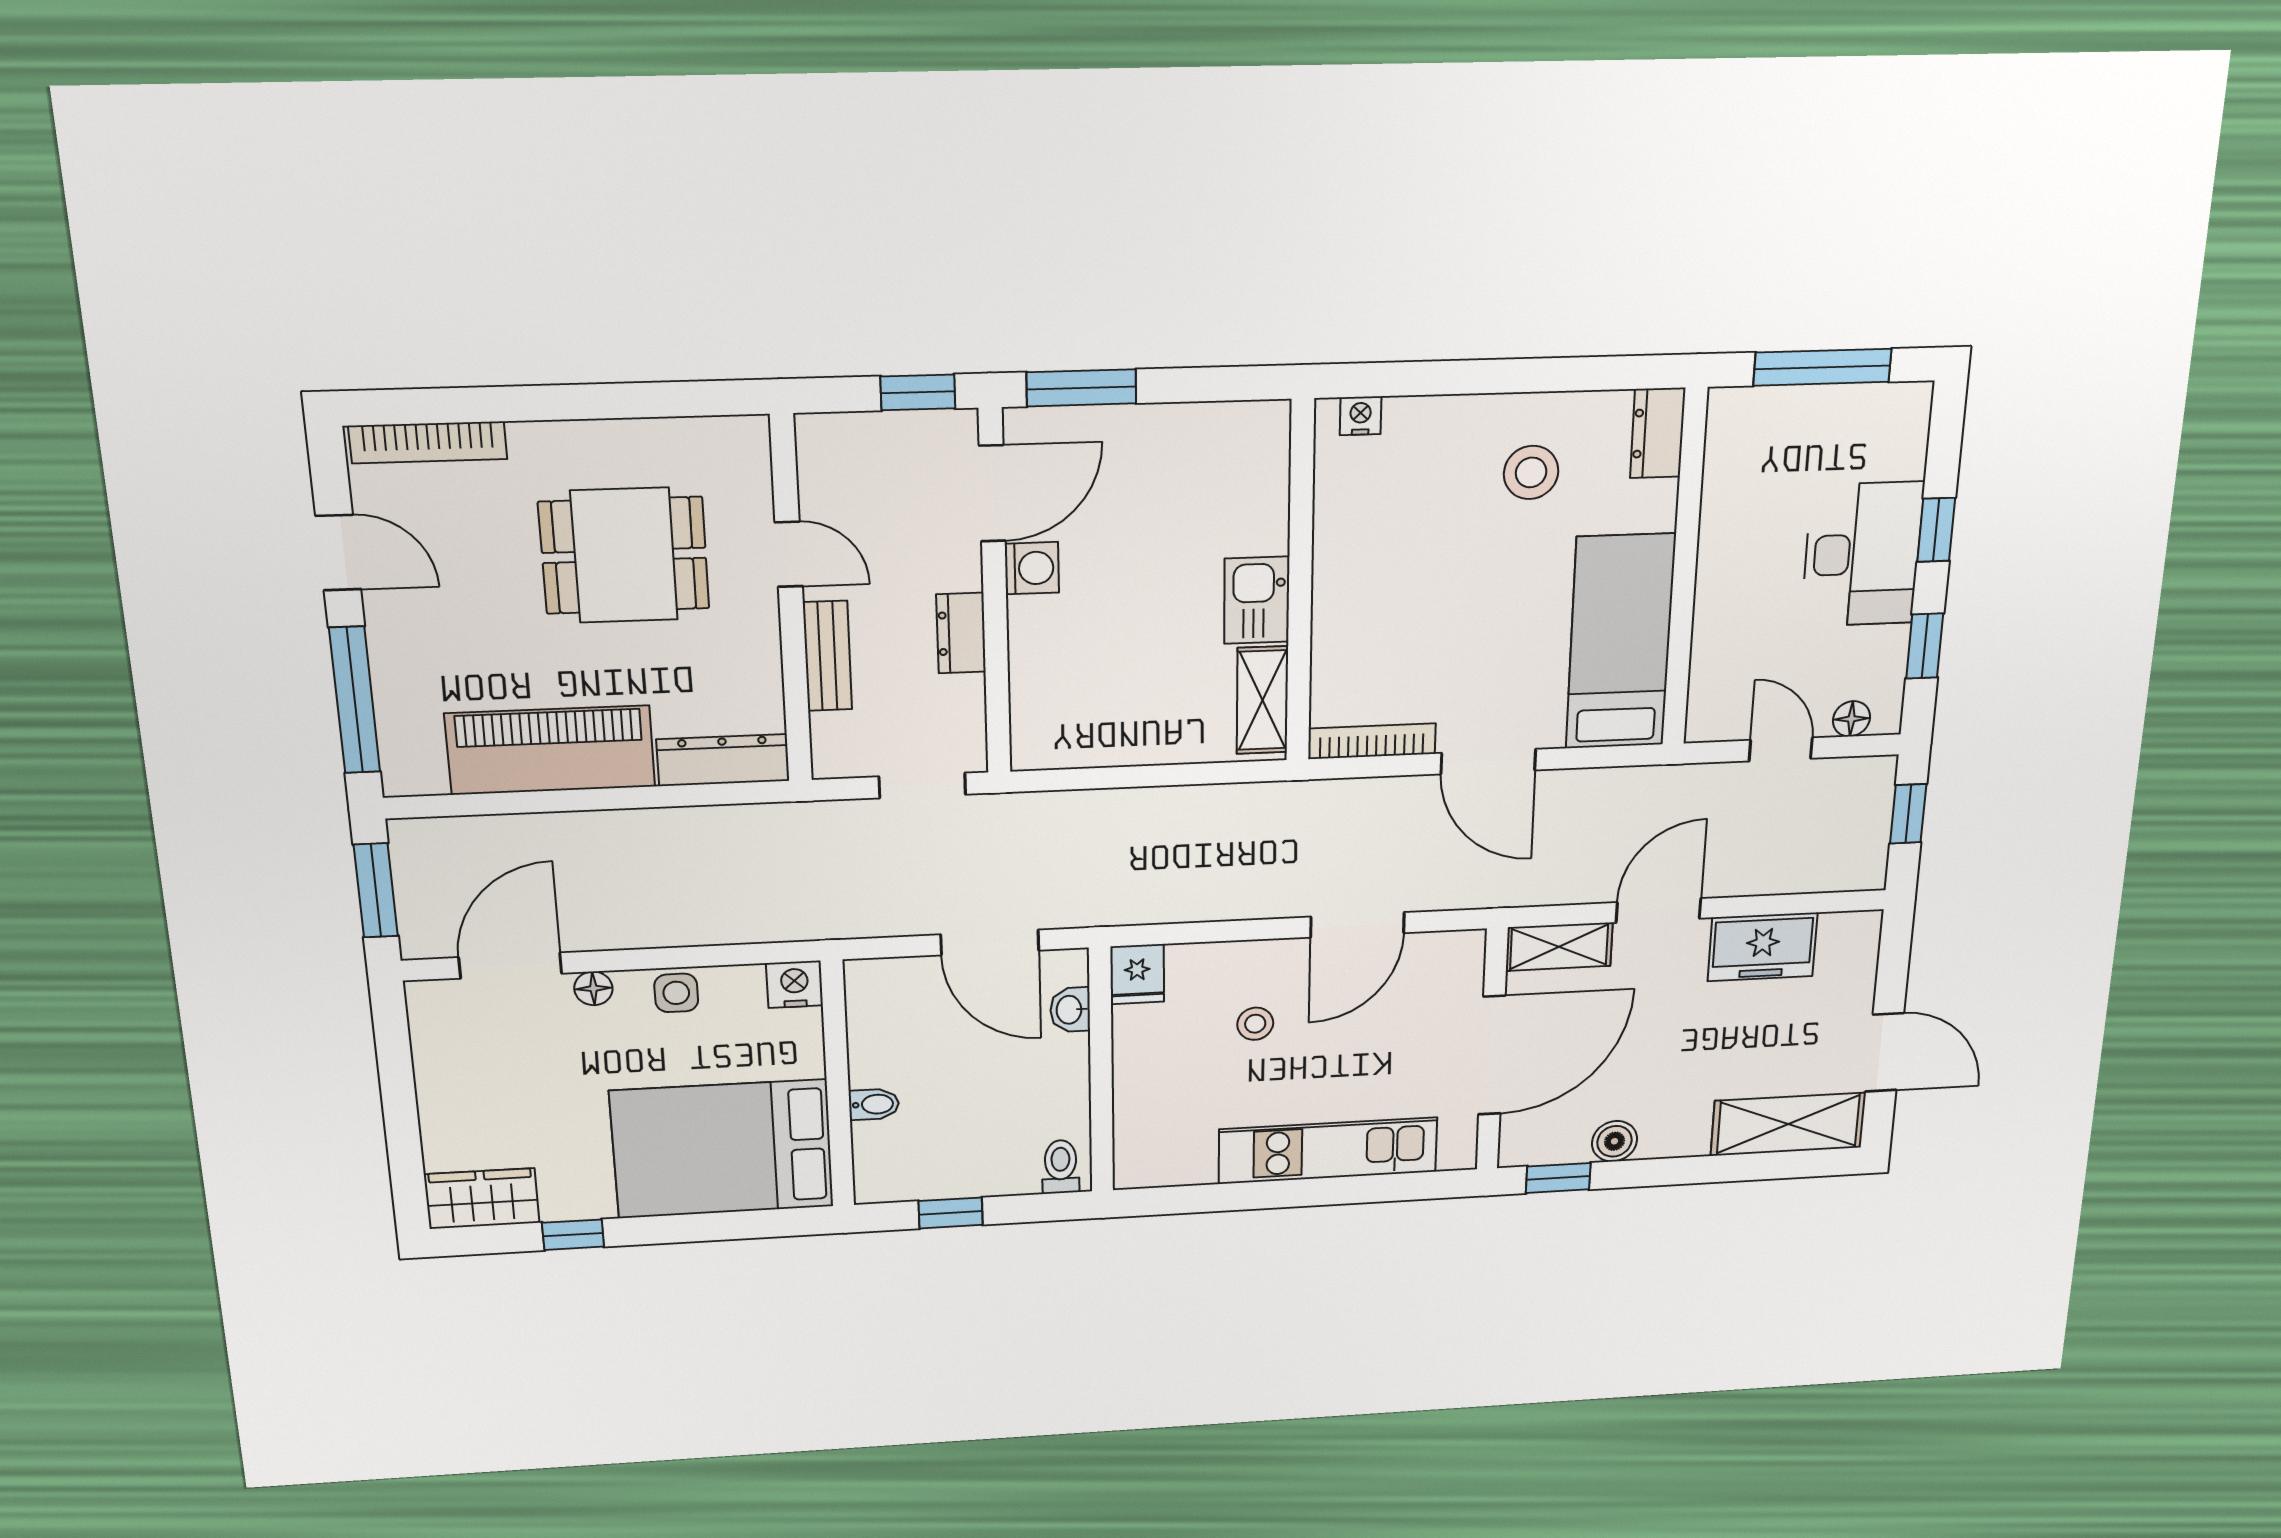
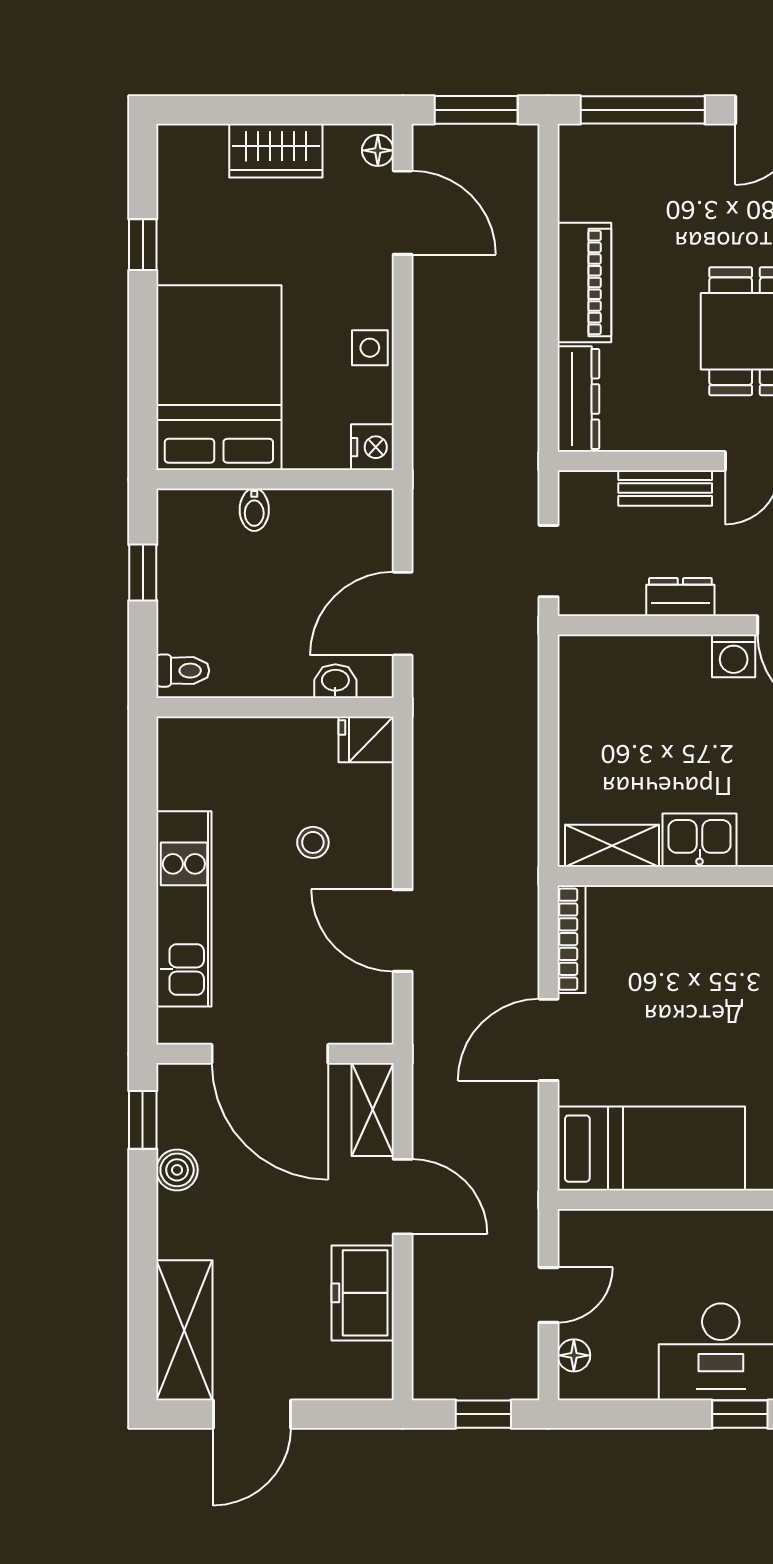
window: (1925, 646) -> (637, 1414), removed
piano: (550, 750) -> (584, 282), width x0.73, depth x0.75
floor lamp: (593, 988) -> (378, 150), moved
wardrobe: (482, 1199) -> (276, 151), moved, turned 90

